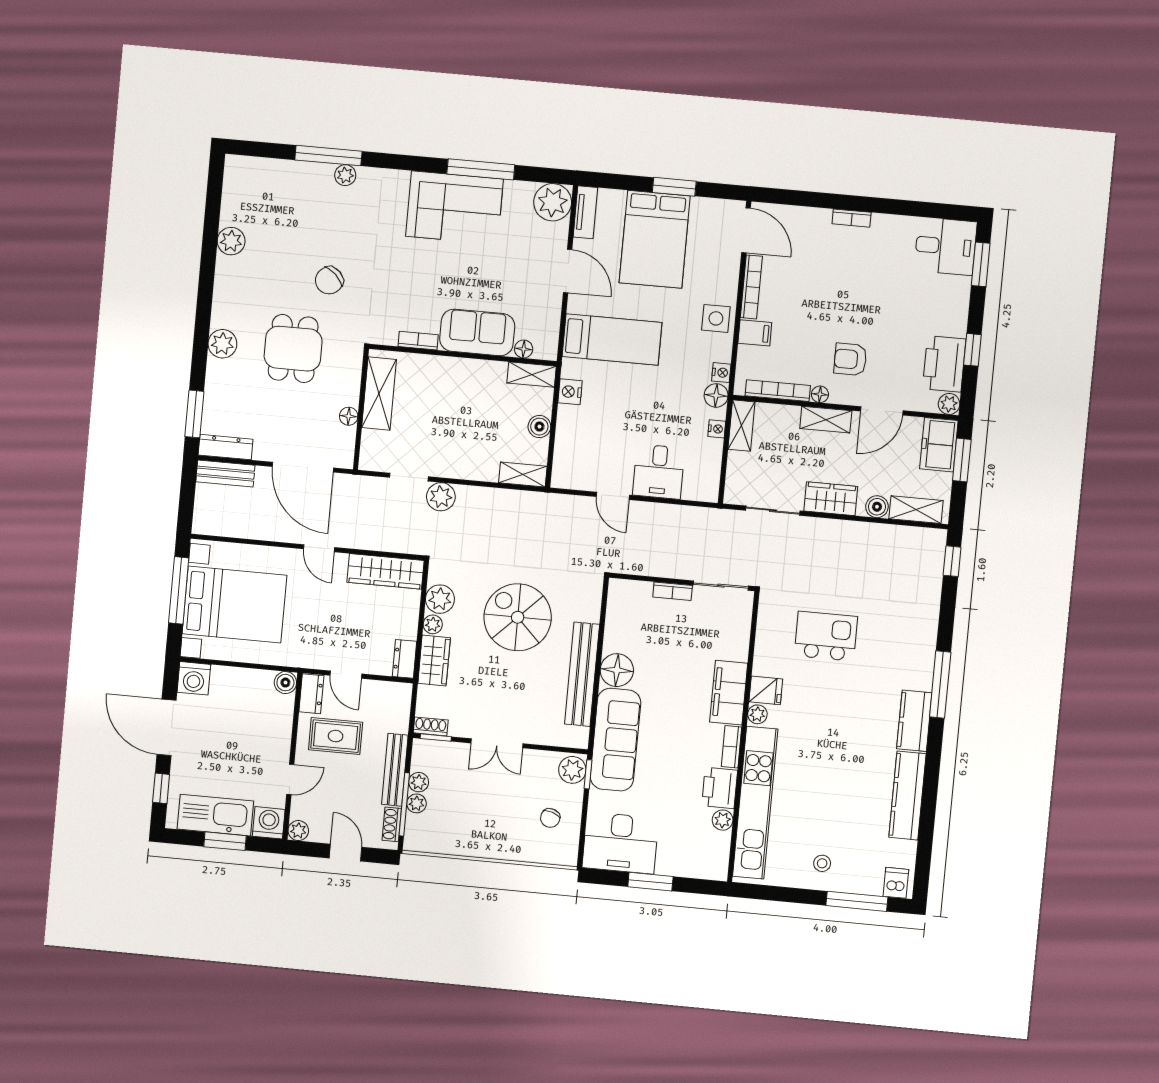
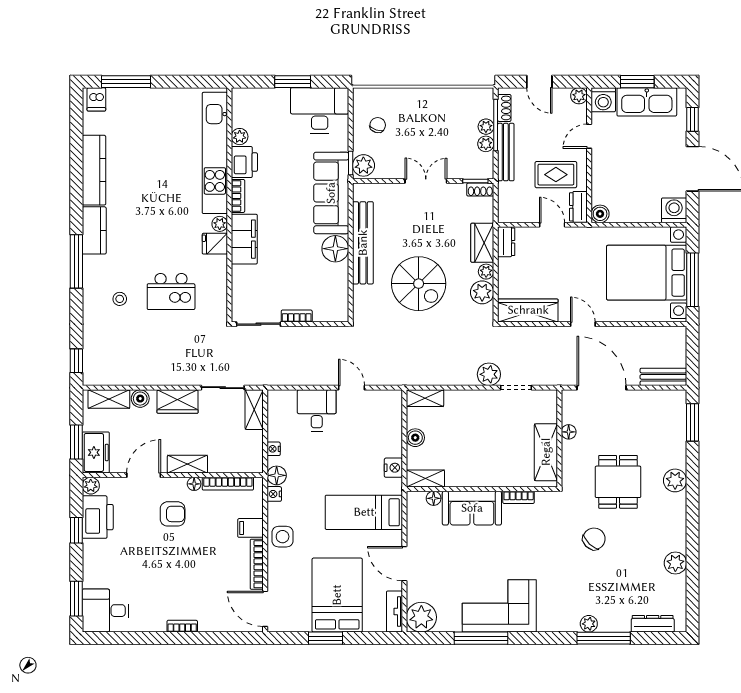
shelving: (741, 426) -> (254, 410), moved
dresser: (226, 447) -> (653, 624), moved, turned 180
stool: (822, 863) -> (120, 299), moved

